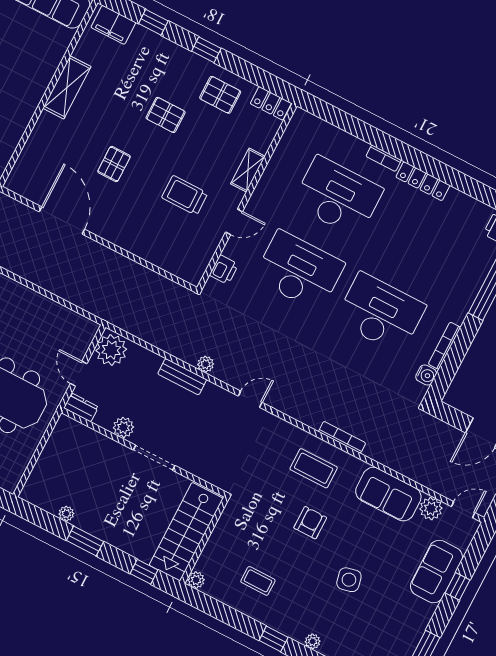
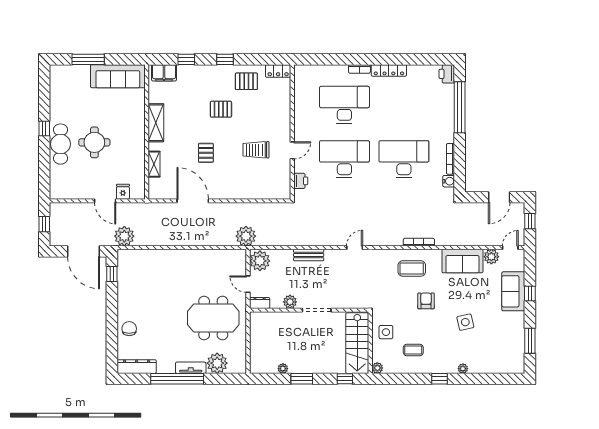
shelving: (248, 170) -> (154, 164), moved
plant: (206, 364) -> (246, 236), moved, width x1.87, depth x1.87
side table: (233, 537) -> (386, 332), added

